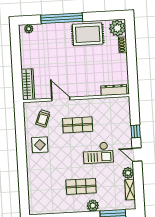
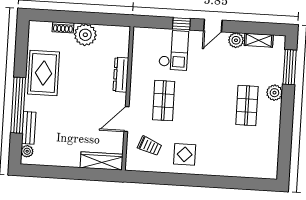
bench: (46, 28) -> (29, 128), added
plant: (117, 28) -> (85, 35), moved
dresser: (114, 90) -> (121, 75), moved
checkout: (98, 153) -> (174, 50), moved

